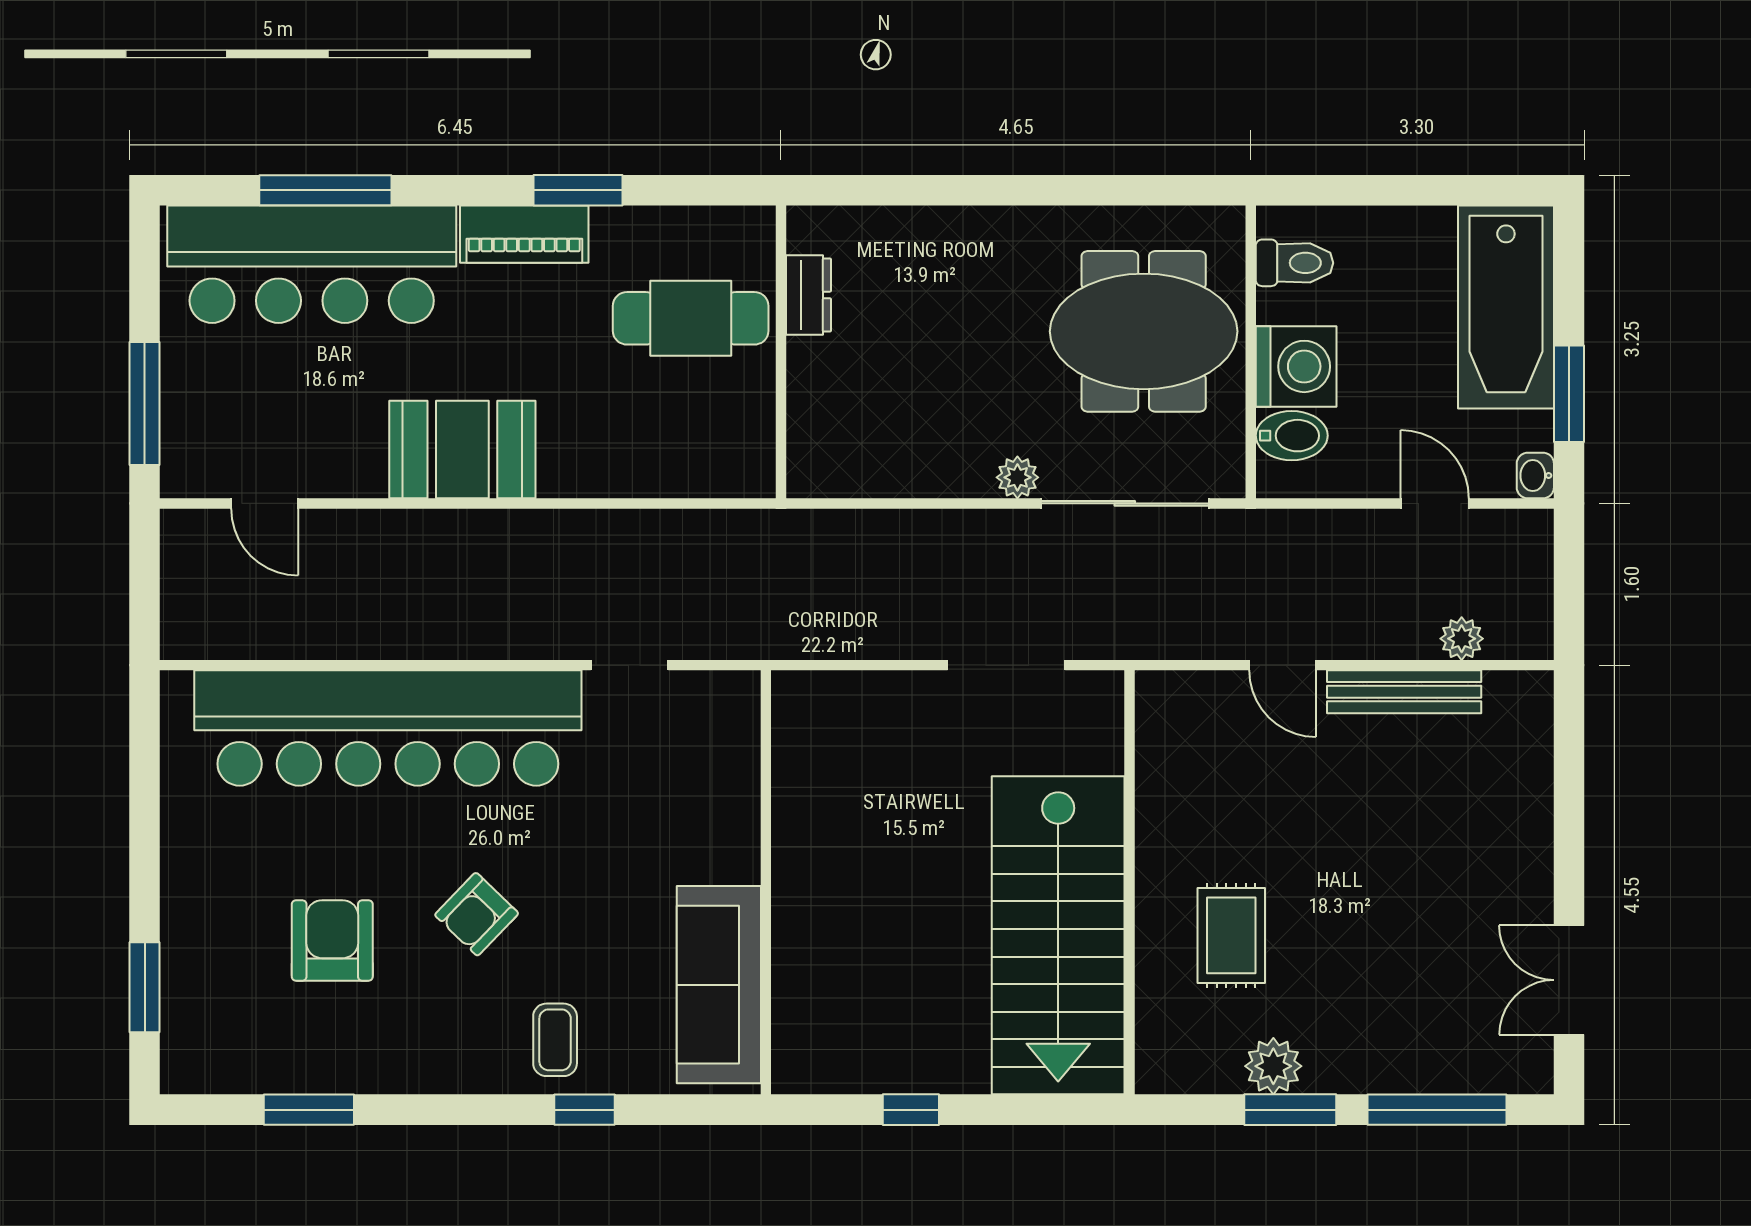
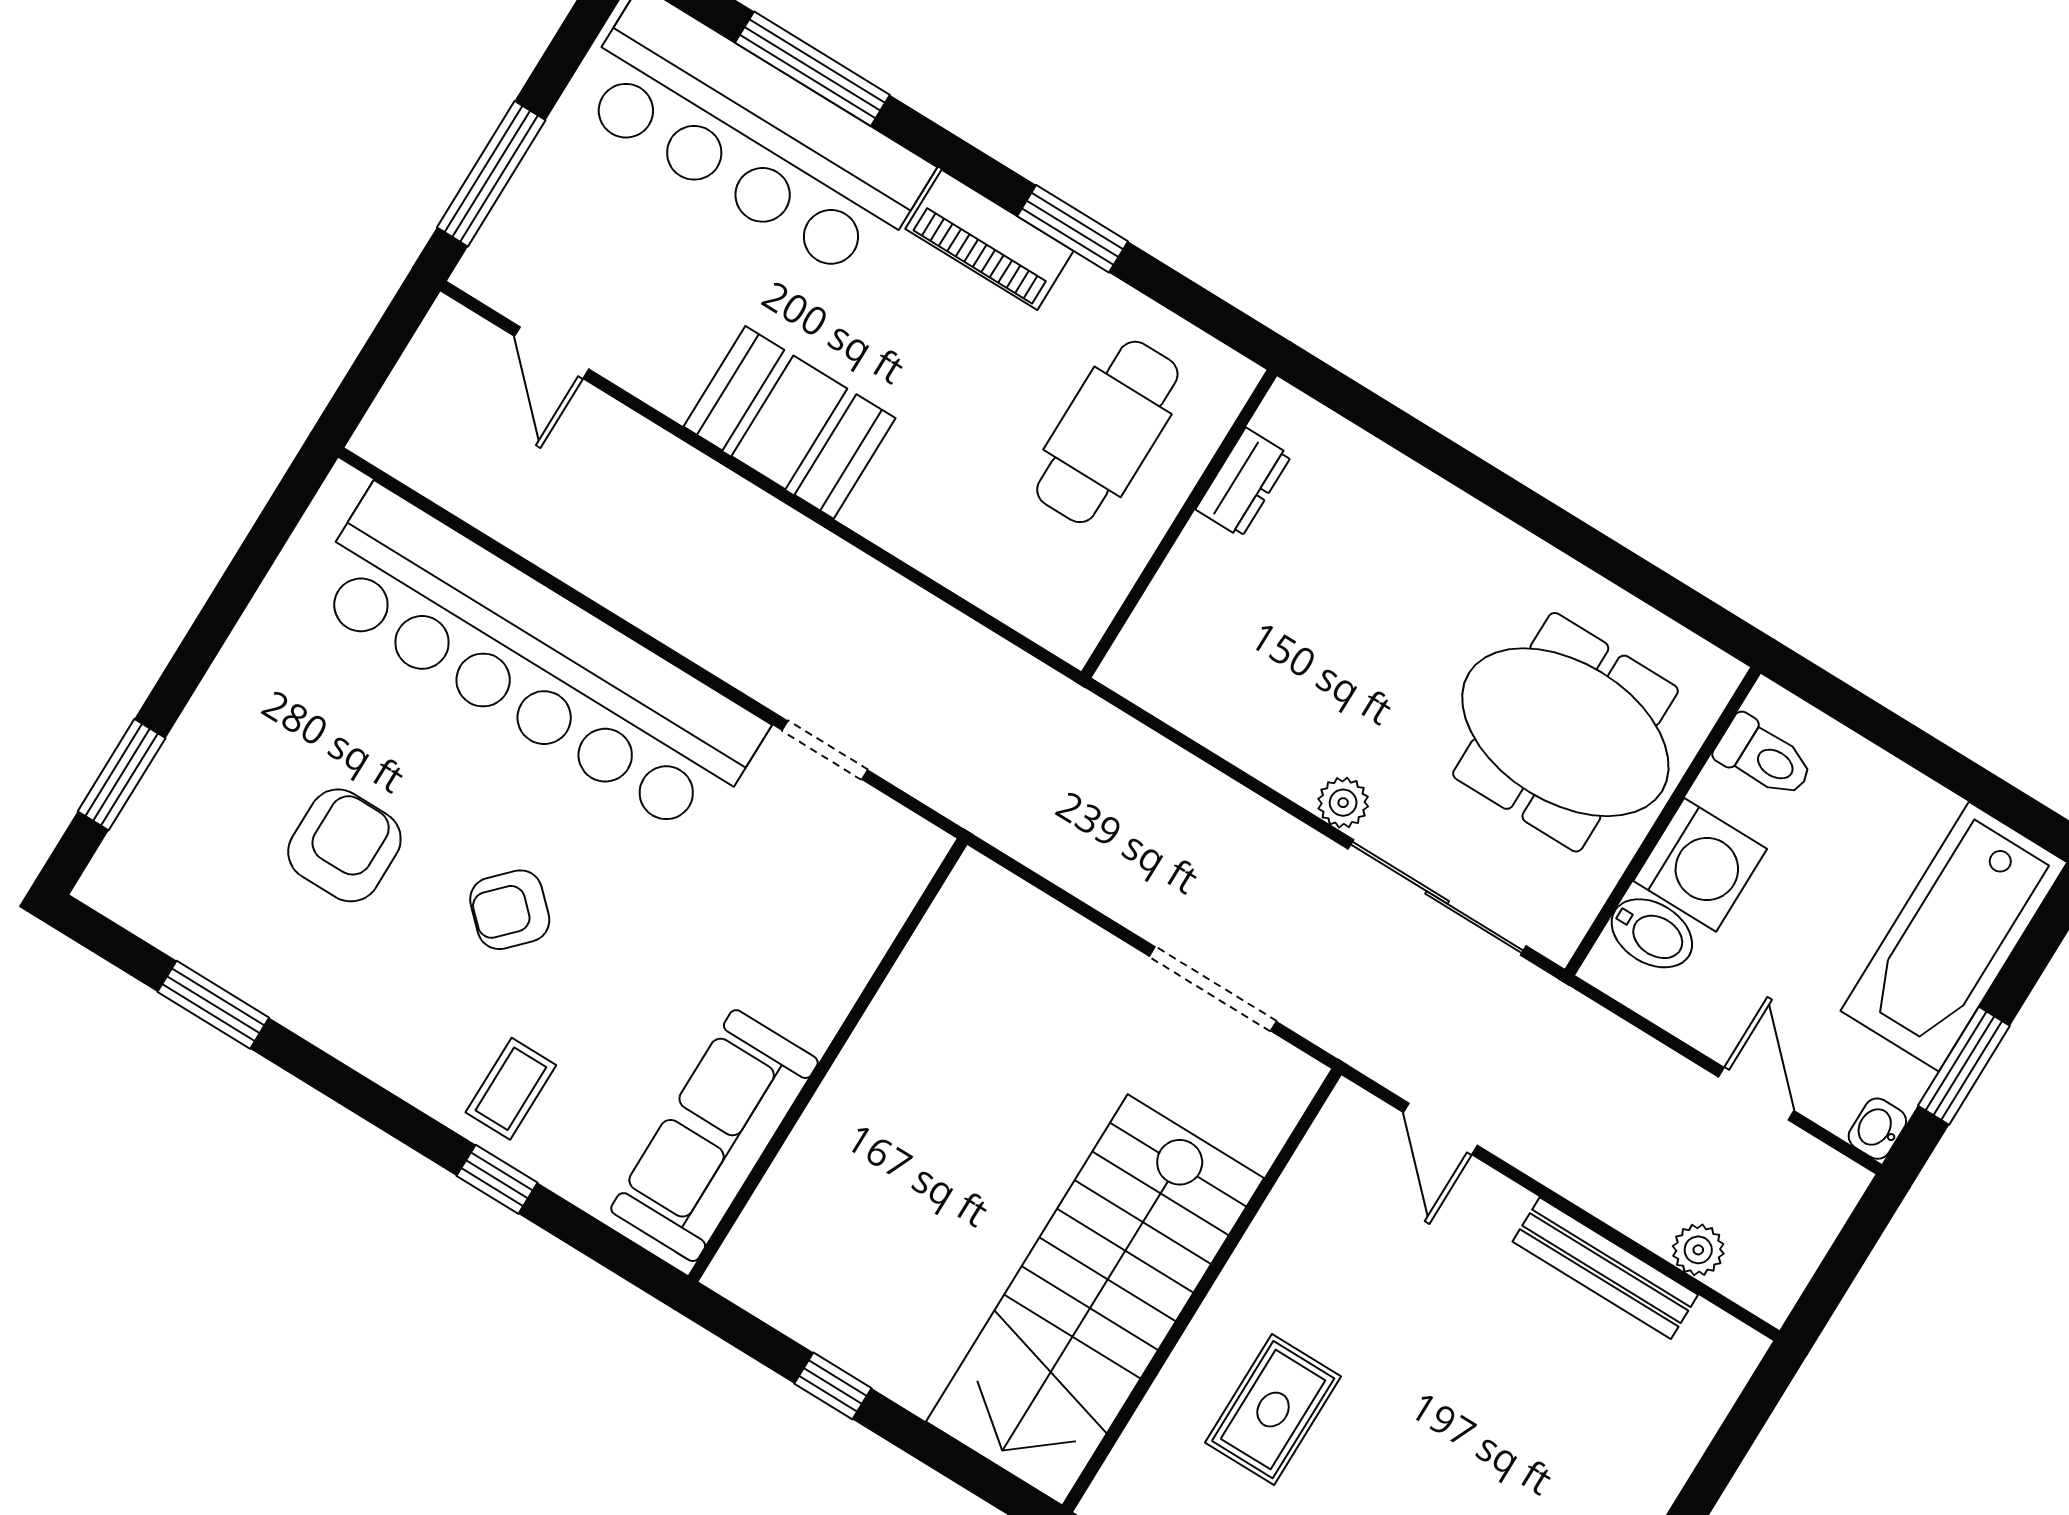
cafe table: (691, 318) -> (1107, 432), turned 90
door: (1283, 665) -> (1440, 1129), moved

